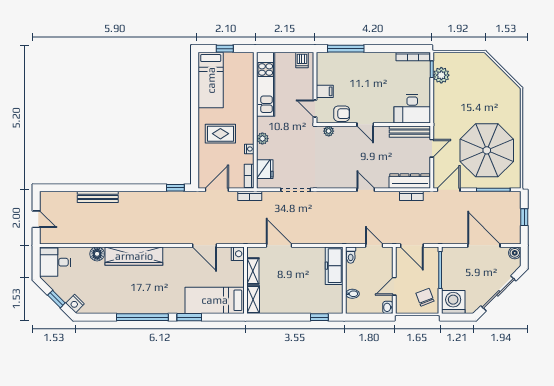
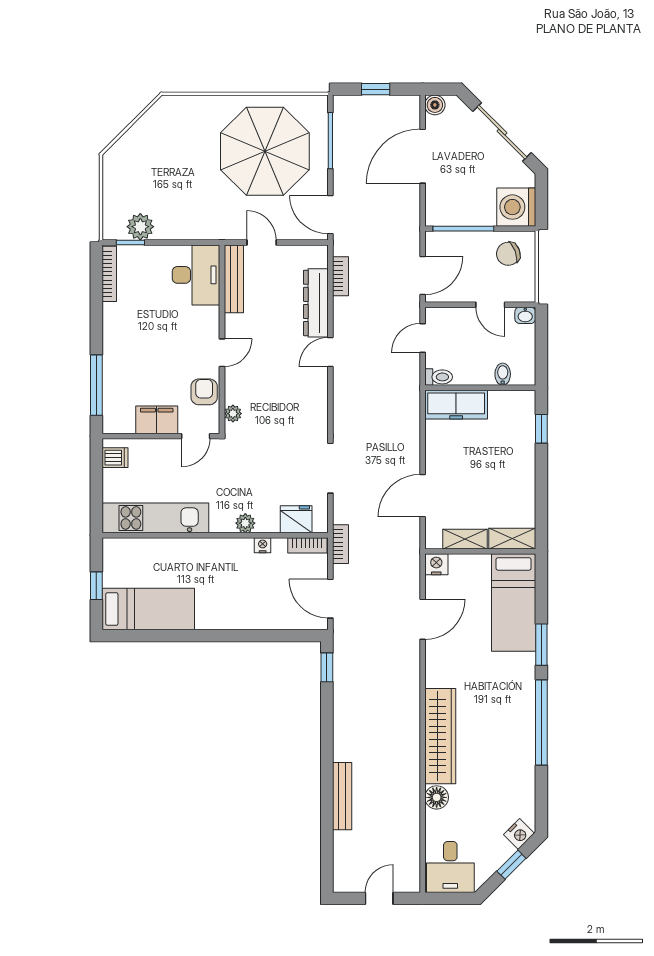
filing cabinet: (325, 91) -> (157, 420), width x2.00
rug: (220, 134) -> (237, 593), removed
dresser: (410, 181) -> (316, 303), moved

